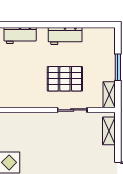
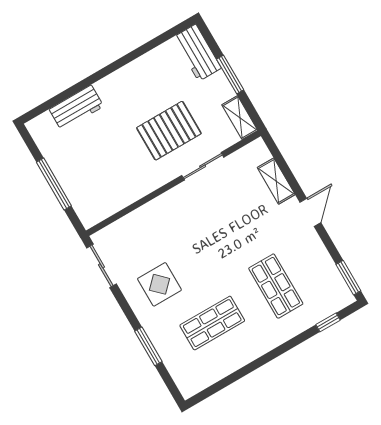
workbench: (65, 36) -> (197, 53), moved, turned 90
shelving: (109, 131) -> (276, 181), moved

